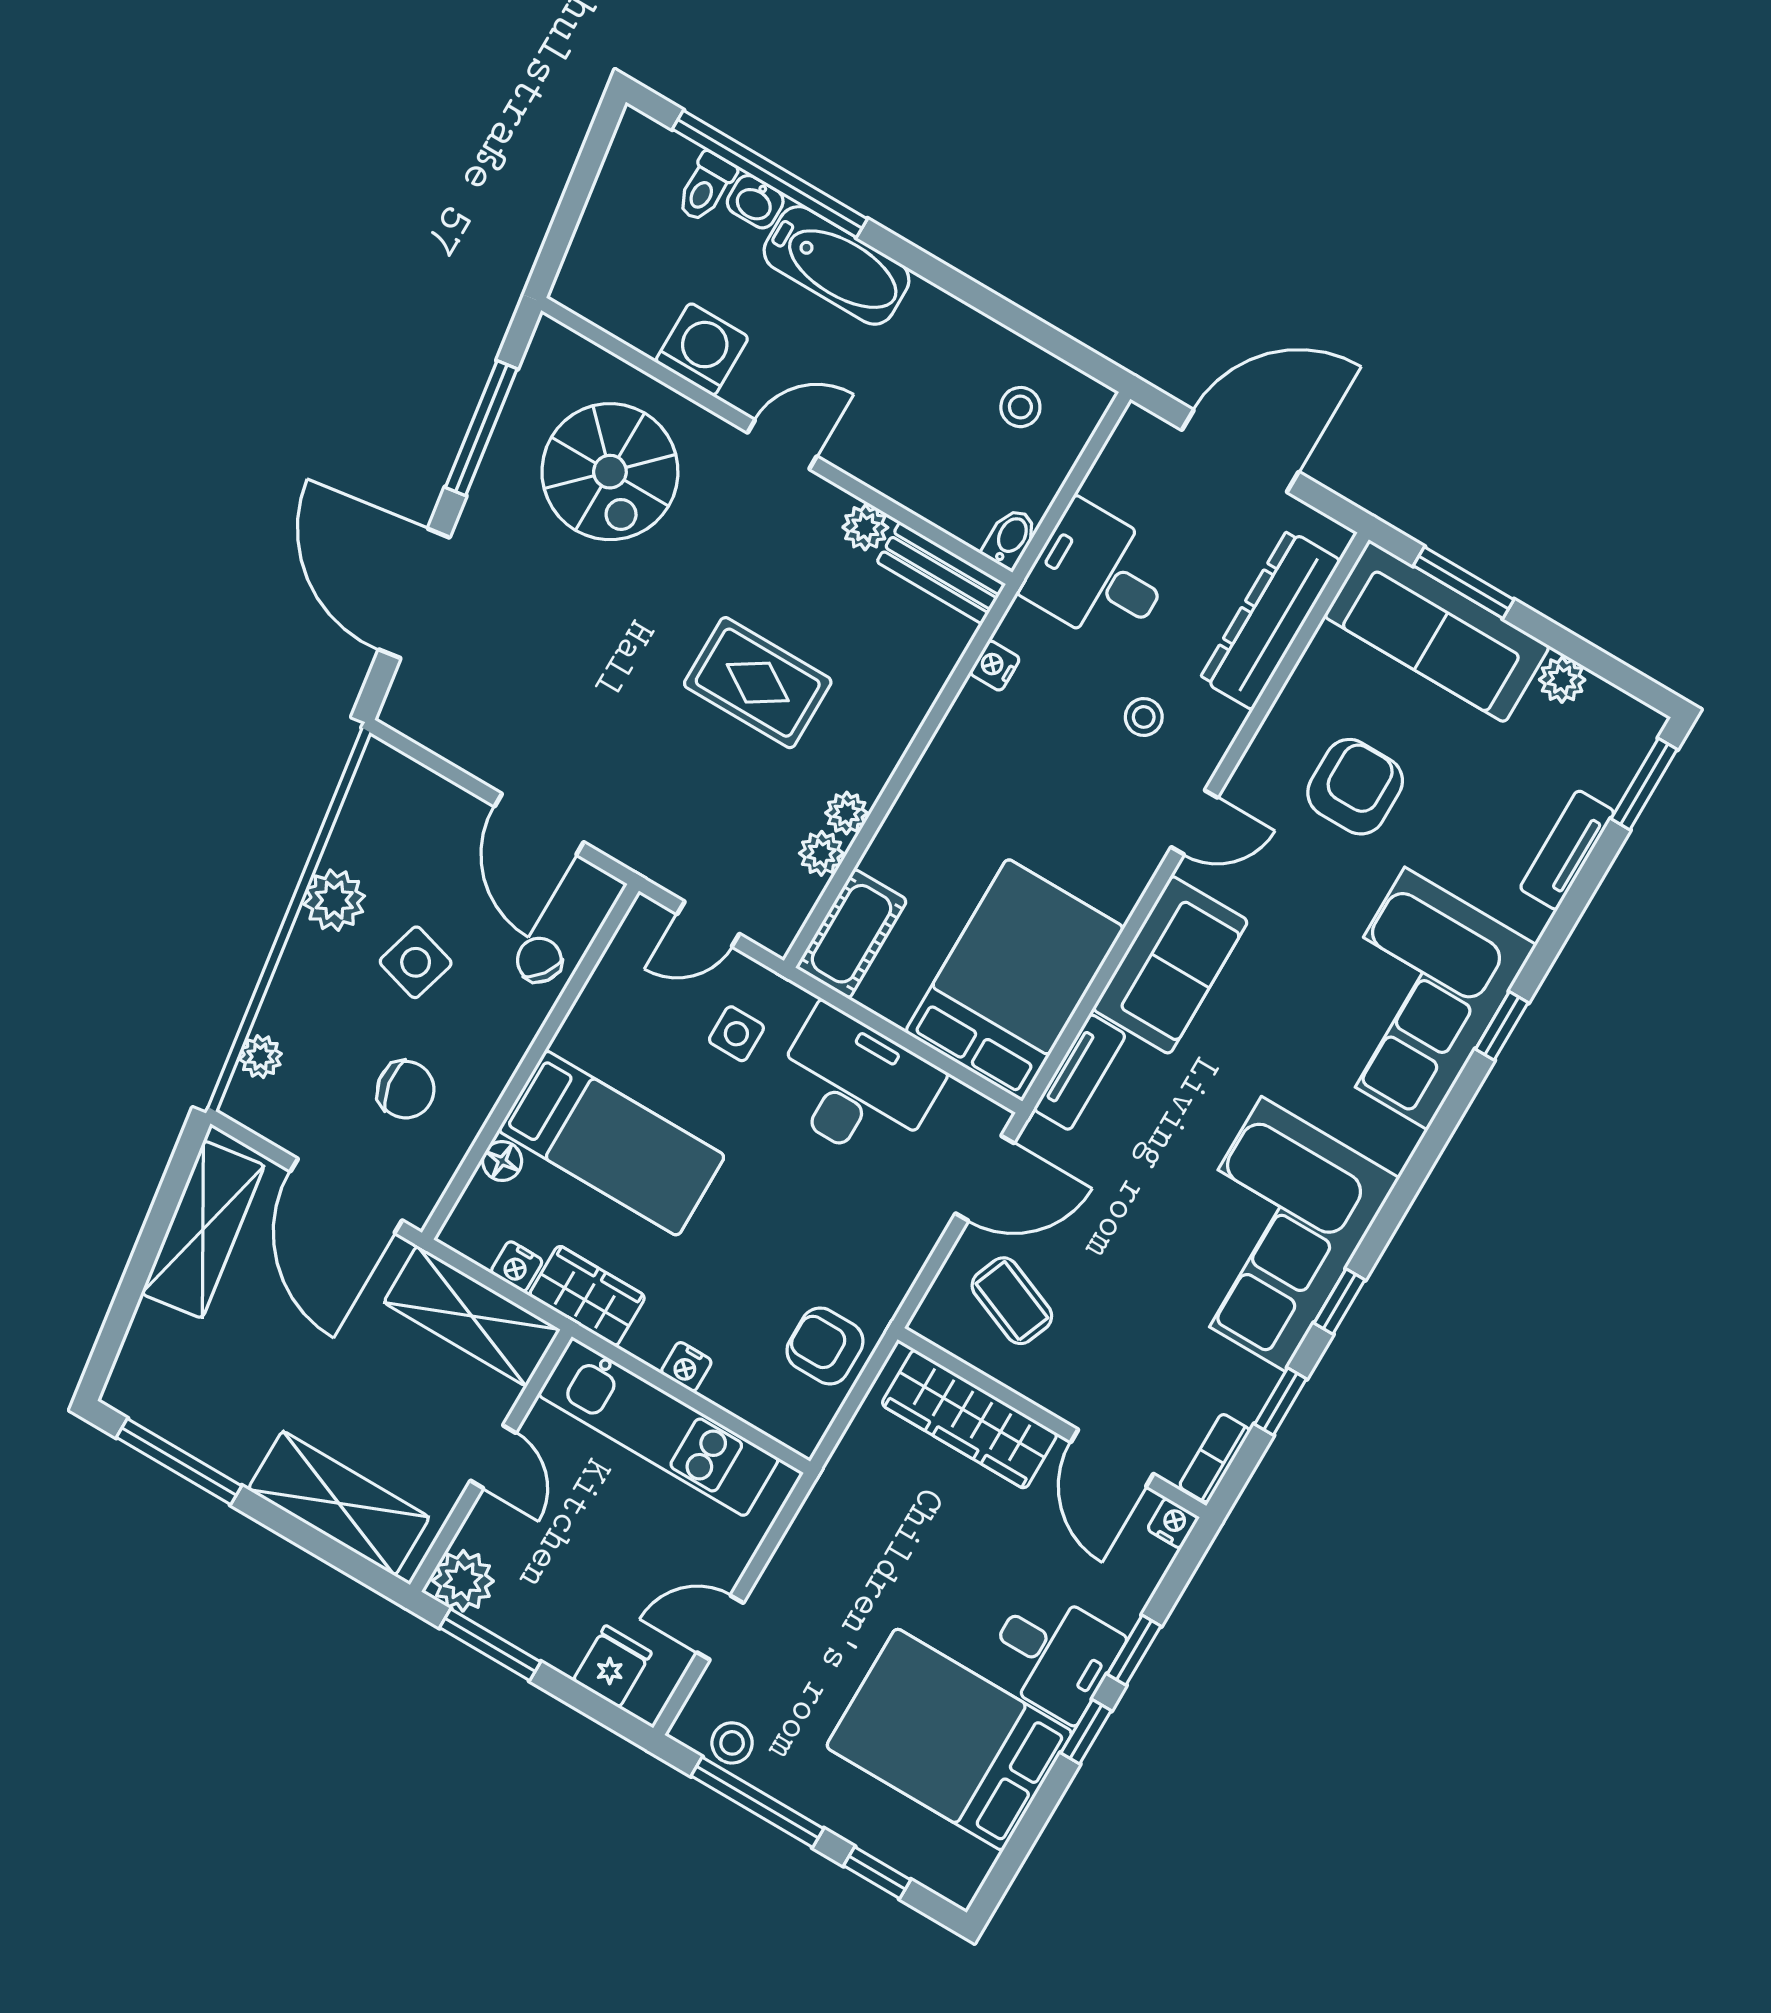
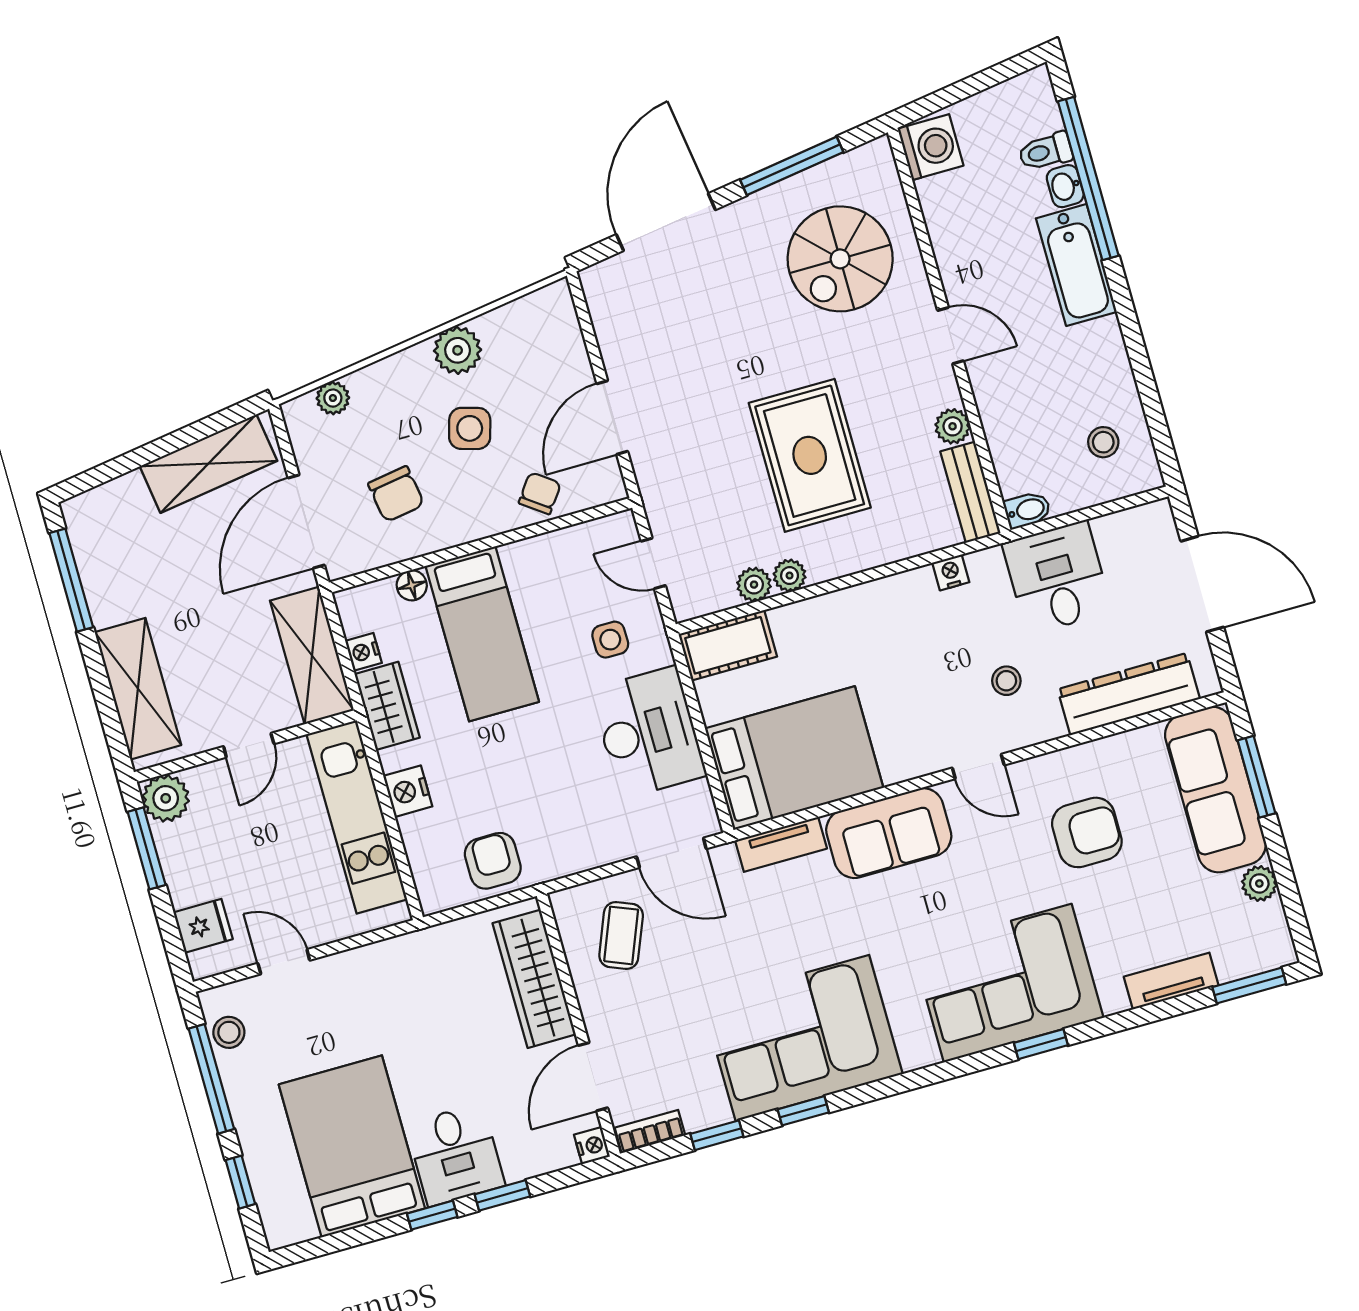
washing machine: (702, 349) -> (931, 147), moved
rug: (758, 683) -> (810, 455), width x1.36, depth x1.43
nightstand: (686, 1367) -> (408, 791), width x1.39, depth x1.35

